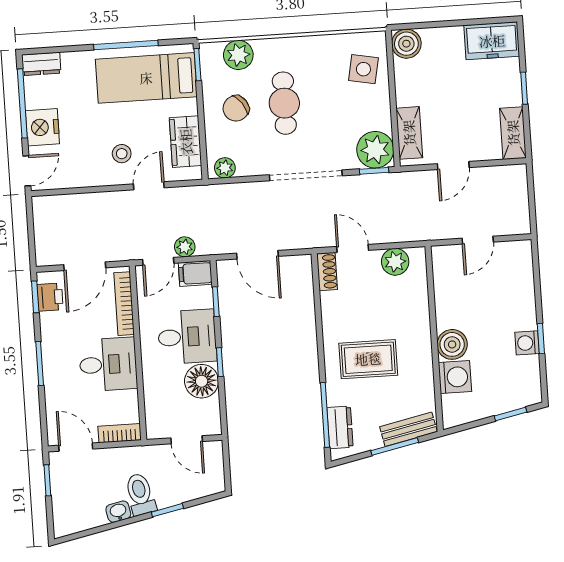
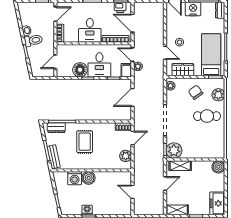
side table: (363, 69) -> (209, 148), removed
cafe table: (284, 103) -> (207, 116), moved
door: (453, 166) -> (165, 183), swing flipped

